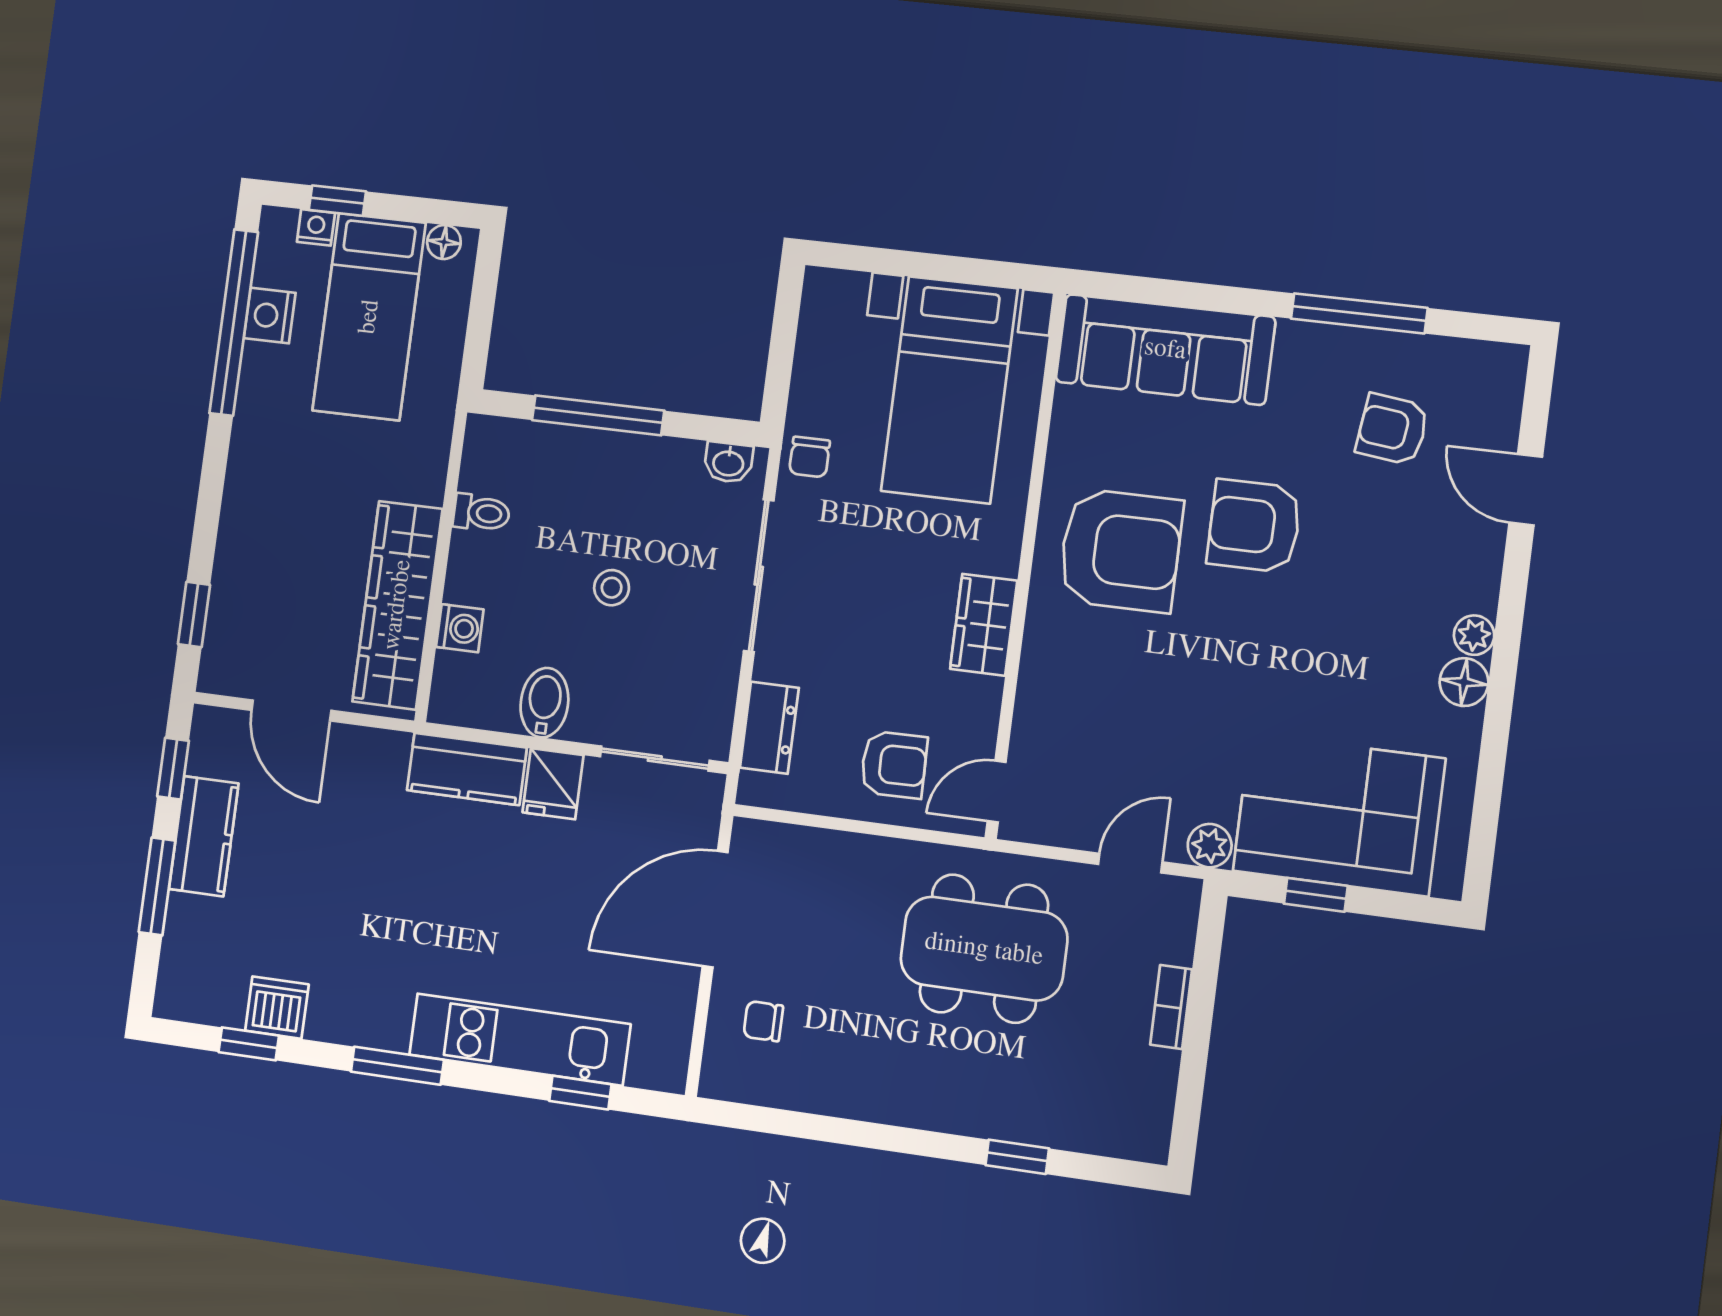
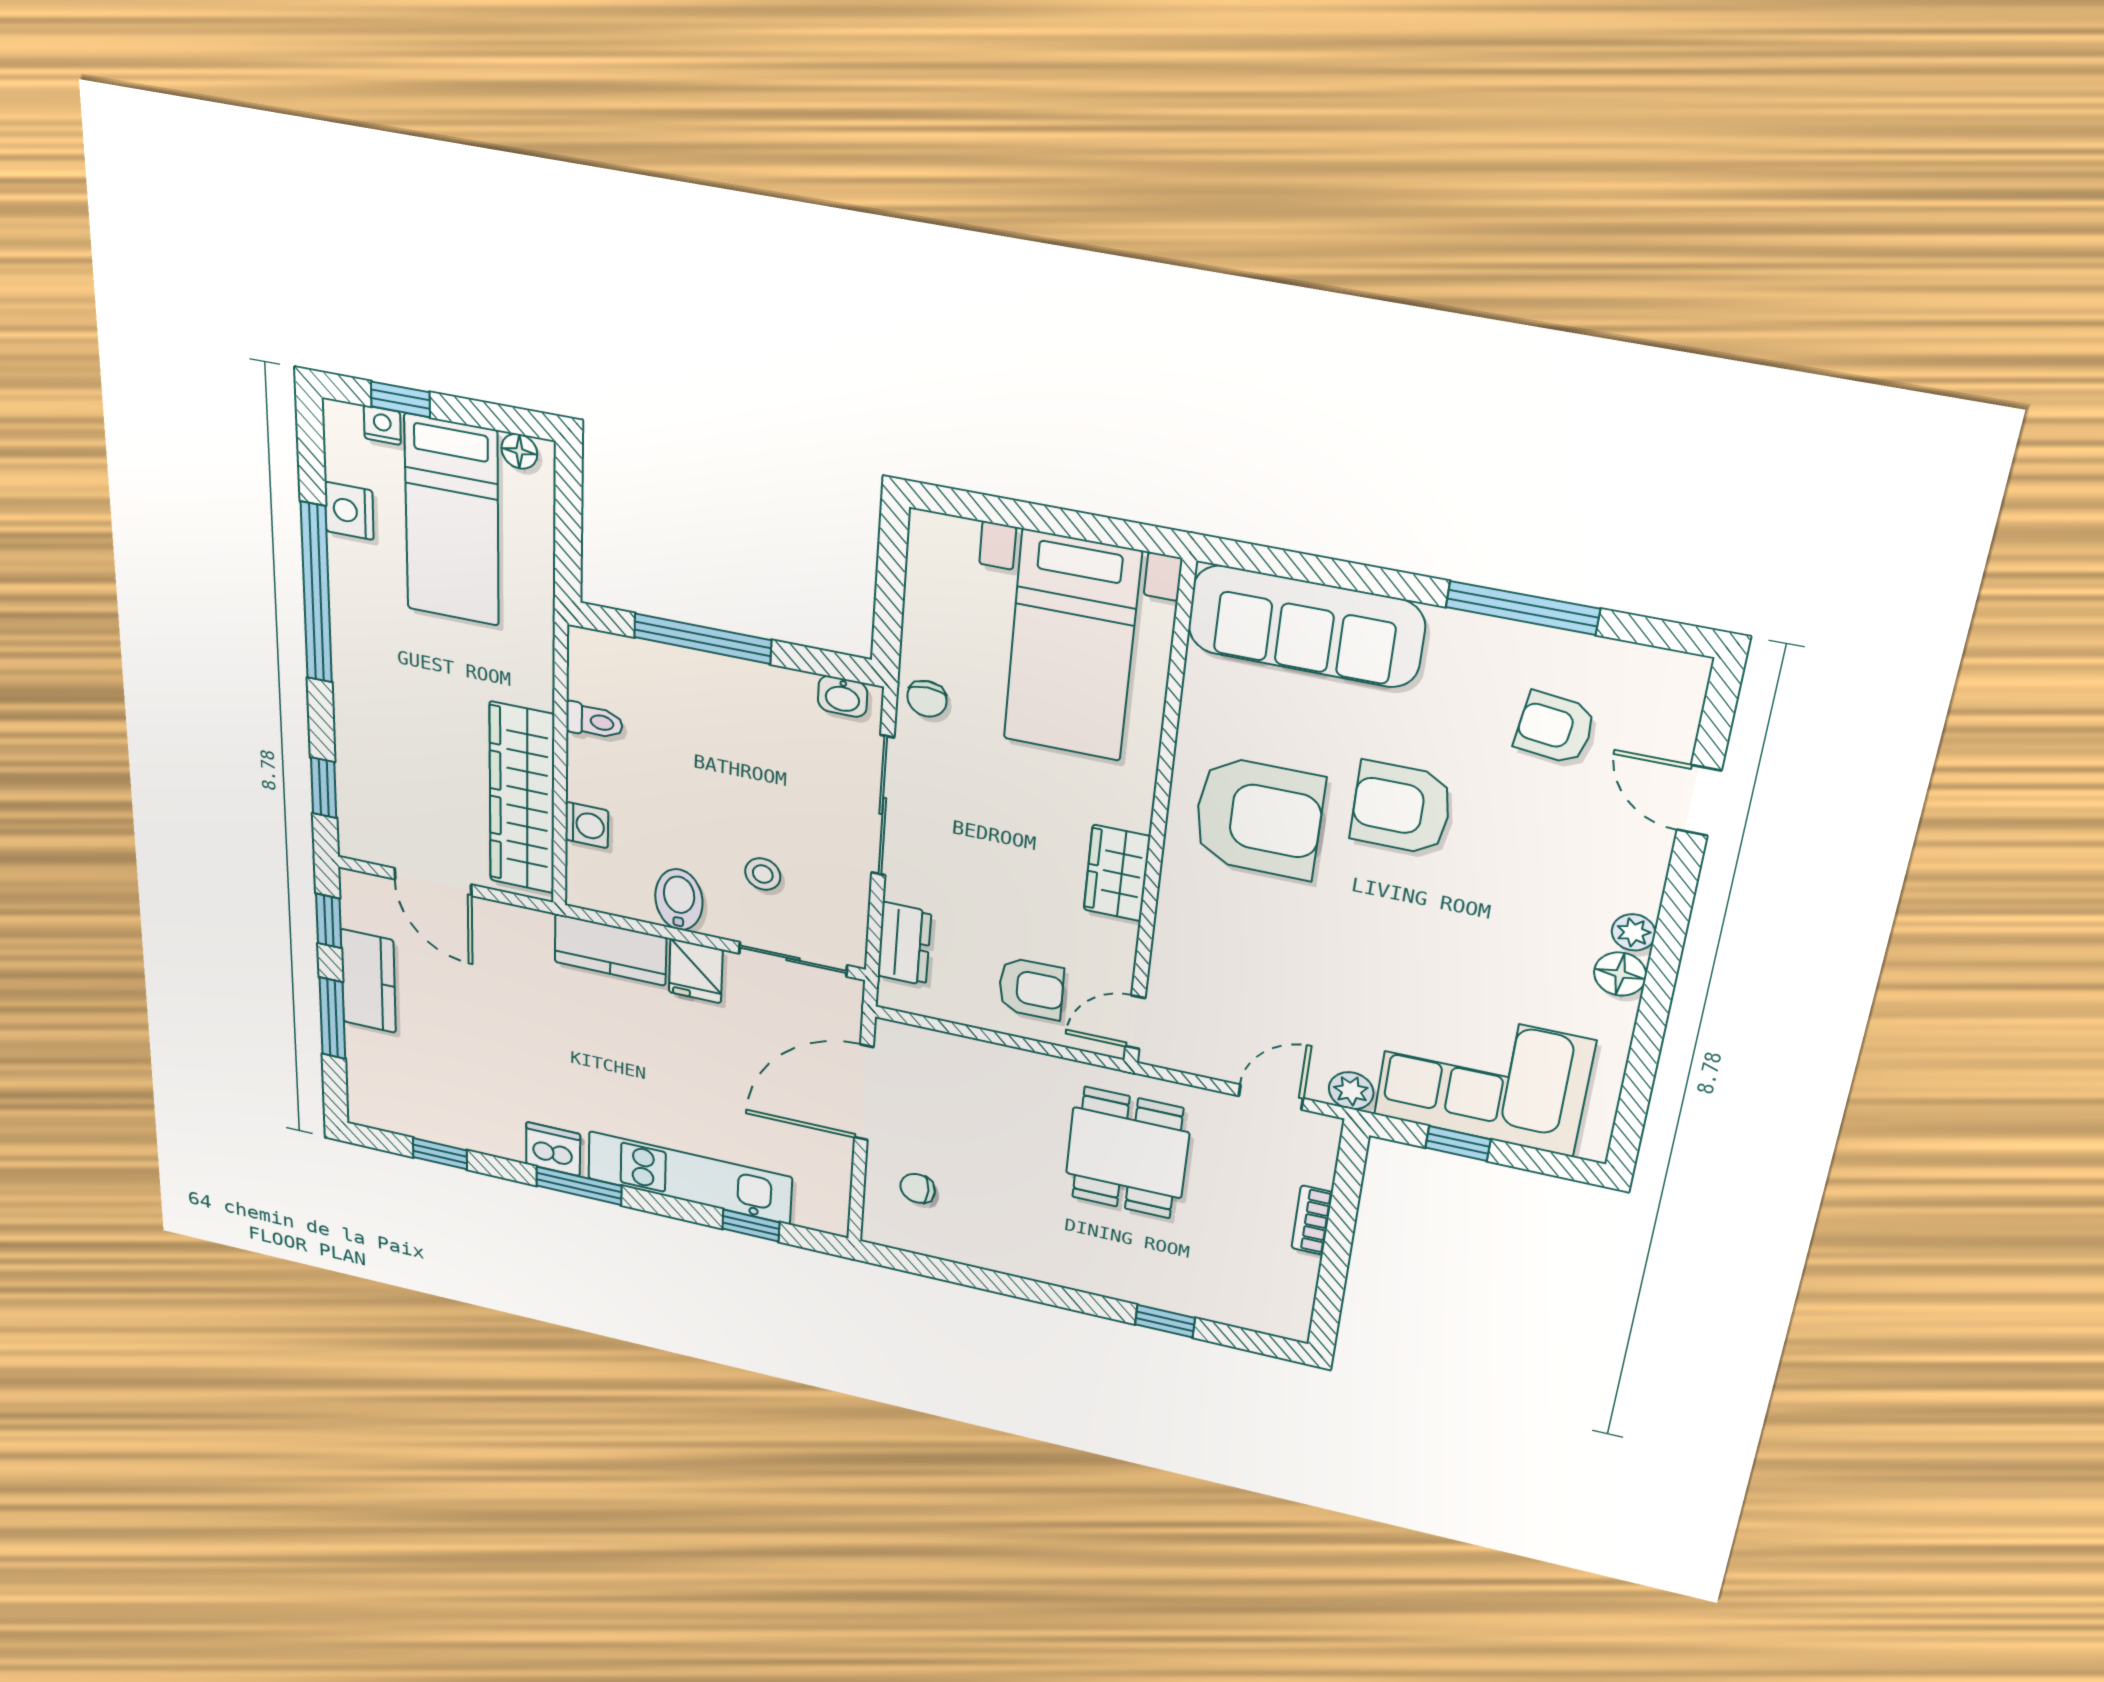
window: (234, 323) -> (316, 593), moved
stool: (612, 588) -> (763, 874), moved
dining table: (984, 949) -> (1127, 1153), width x0.73
dishwasher: (277, 1008) -> (553, 1149), moved

